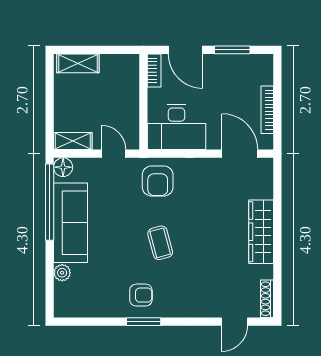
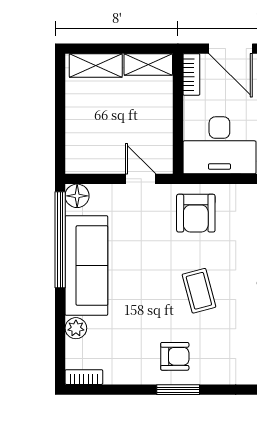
shelving: (73, 141) -> (148, 64), moved
bookcase: (68, 312) -> (84, 377), added

